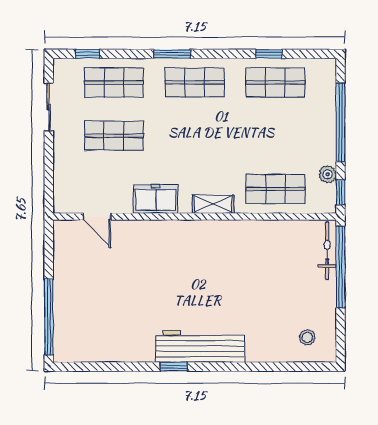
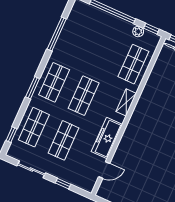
window: (269, 54) -> (57, 34), width x2.17
shop shelf: (275, 82) -> (84, 96), moved
window: (49, 164) -> (63, 184), added
freezer: (156, 199) -> (107, 138), width x1.40

